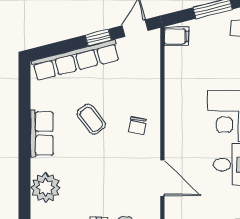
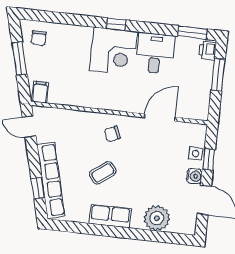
window: (98, 38) -> (38, 188), moved
chair: (137, 125) -> (112, 134), turned 145

